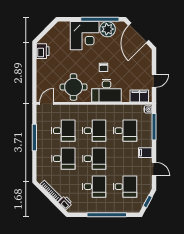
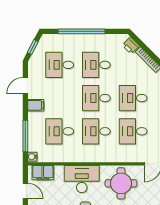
door: (154, 81) -> (25, 191), swing flipped
door: (154, 169) -> (25, 86), hinge flipped

